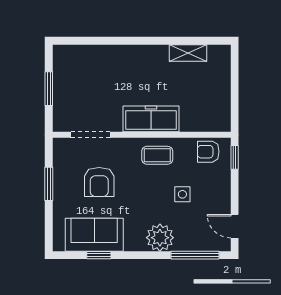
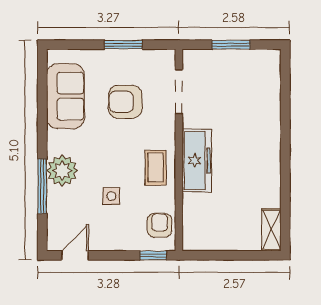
shelving: (188, 53) -> (271, 230), moved
window: (99, 255) -> (42, 101), removed
window: (195, 255) -> (42, 186), moved

